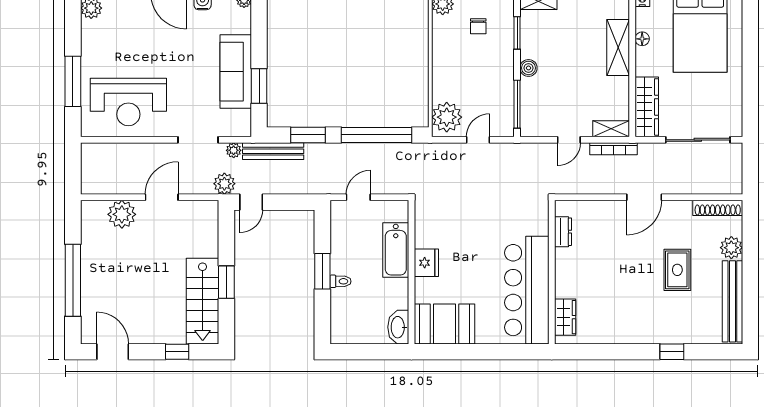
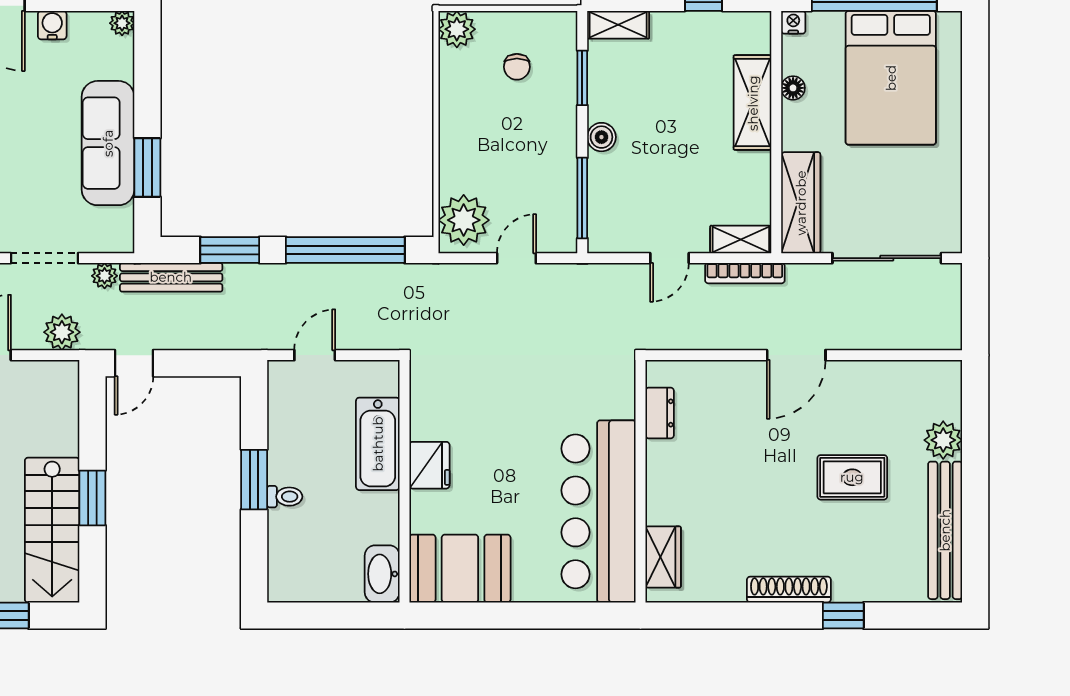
plant: (224, 184) -> (62, 332), moved
shoe rack: (718, 208) -> (789, 590), moved, turned 180
rug: (677, 270) -> (852, 477), turned 90

